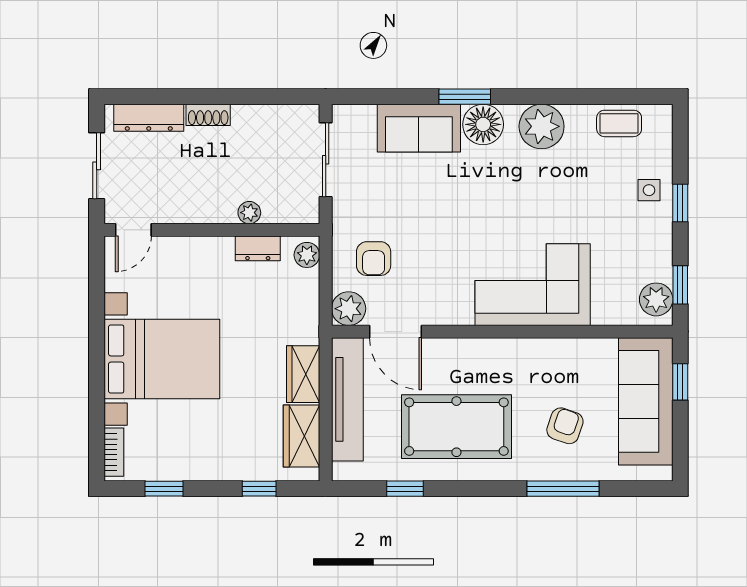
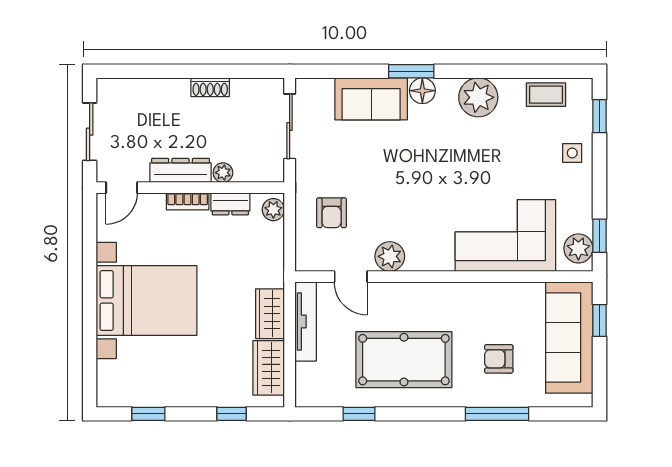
shoe rack: (208, 115) -> (210, 87), moved
dresser: (149, 118) -> (180, 170), moved, turned 180
floor lamp: (483, 124) -> (422, 91), width x0.73, depth x0.73
window: (680, 203) -> (599, 116), moved
corner sofa: (533, 285) -> (505, 235), moved
plant: (349, 309) -> (390, 256), moved
door: (396, 332) -> (351, 277), width x0.73
tv unit: (347, 399) -> (306, 321), width x0.73, depth x0.78
armchair: (565, 426) -> (499, 359), turned -109
bookcase: (114, 452) -> (188, 201), moved, turned 90

